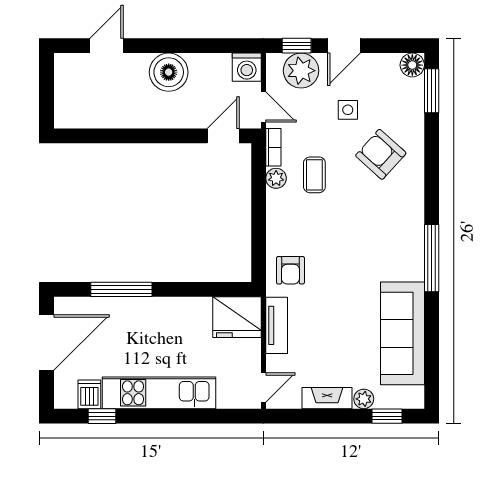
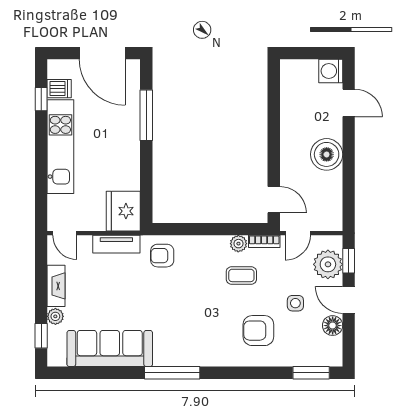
floor lamp: (412, 65) -> (333, 326), moved
washing machine: (247, 67) -> (331, 71), moved
armchair: (381, 154) -> (258, 331), turned -132

